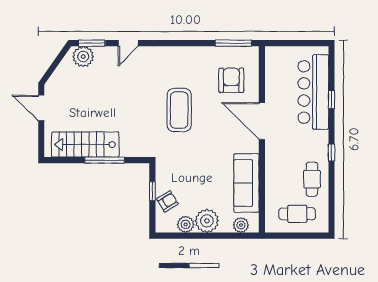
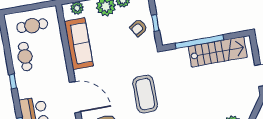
window: (105, 160) -> (199, 42), width x1.46
armchair: (168, 201) -> (139, 28), moved

